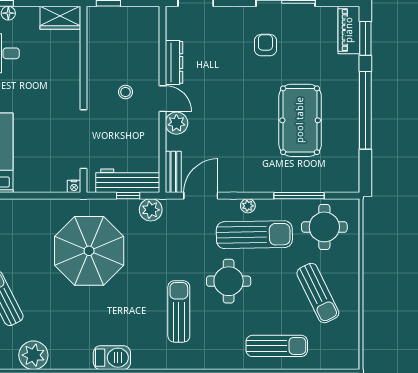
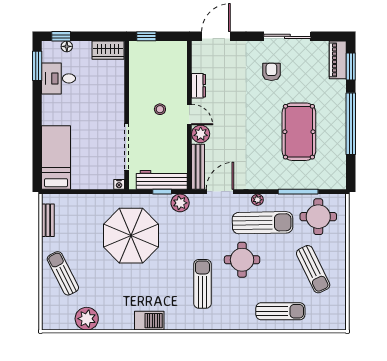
dresser: (174, 62) -> (199, 86), width x0.70
bench: (173, 172) -> (198, 167), width x1.36

